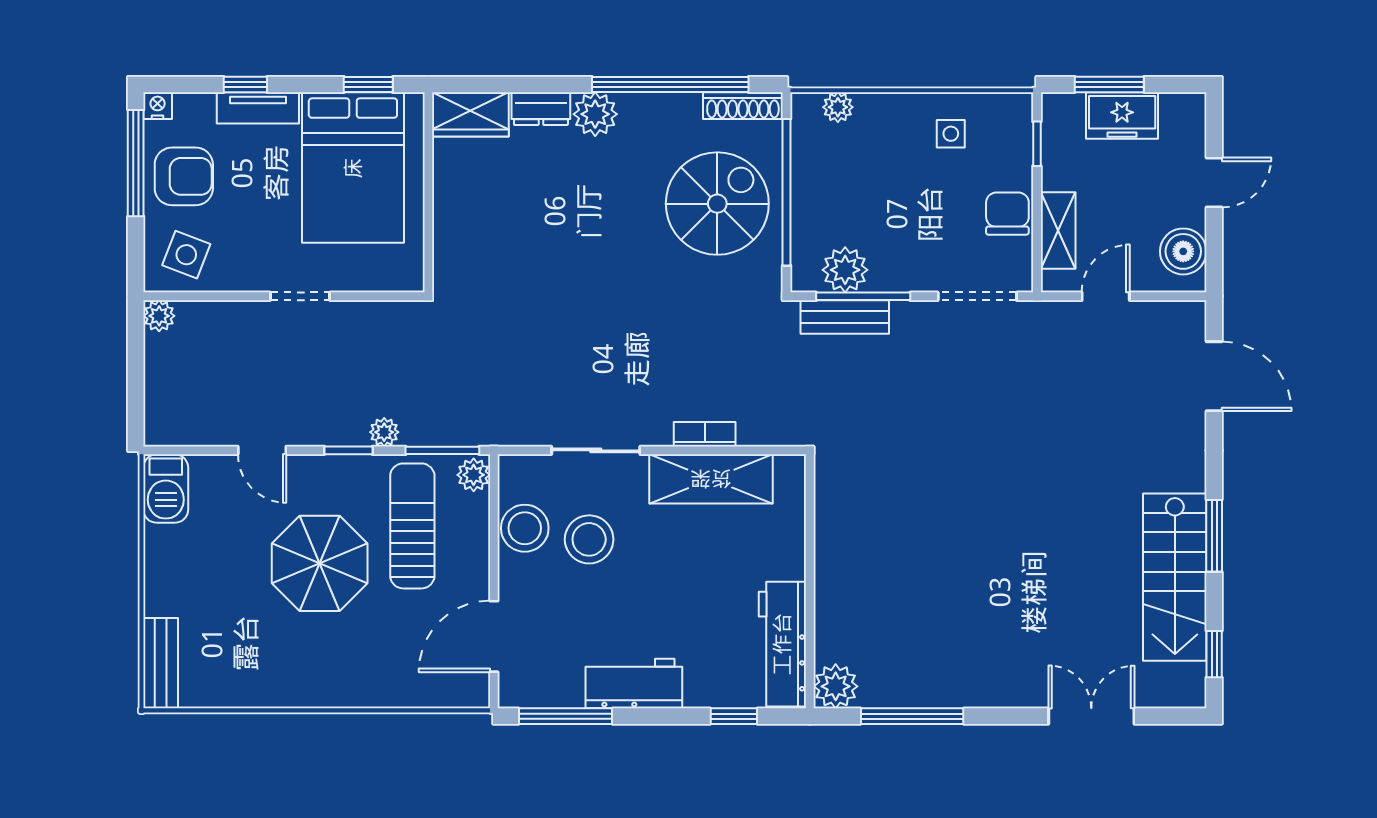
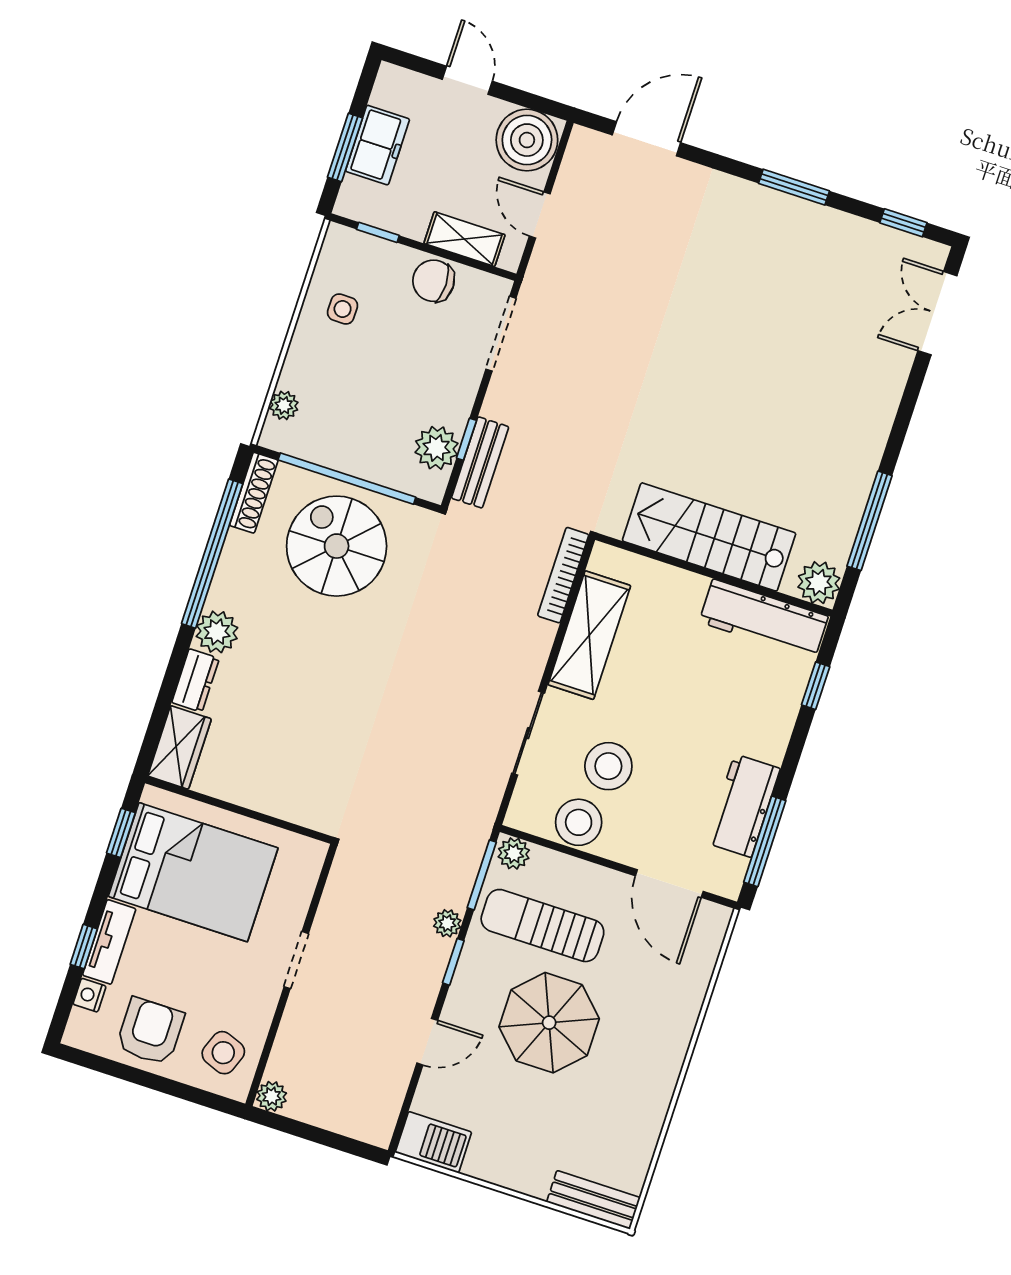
nightstand: (158, 106) -> (89, 995), moved
window: (136, 163) -> (123, 1072), removed
boiler: (1183, 251) -> (527, 140), width x1.37, depth x1.37
window: (863, 296) -> (466, 439), width x0.46
bookcase: (705, 434) -> (563, 575), moved, width x1.56
stairs: (1175, 577) -> (709, 537), moved, turned 180
workbench: (634, 684) -> (743, 806), moved
double door: (1091, 716) -> (937, 313), moved

